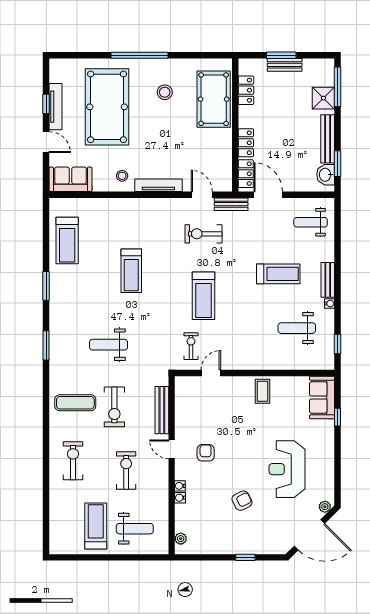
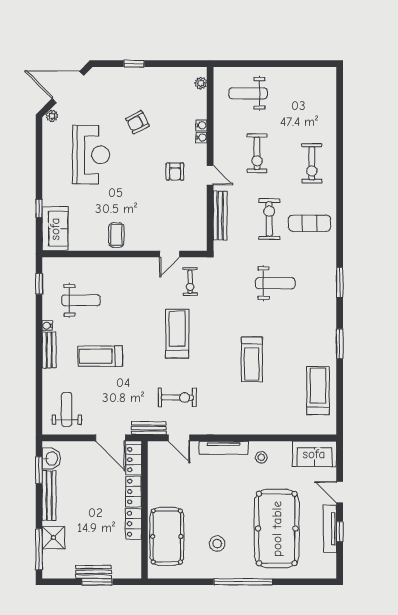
locker: (246, 90) -> (133, 524), moved
weight bench: (311, 222) -> (67, 409), turned -90
treadmill: (131, 271) -> (252, 359), turned 180
treadmill: (96, 526) -> (288, 96), removed

